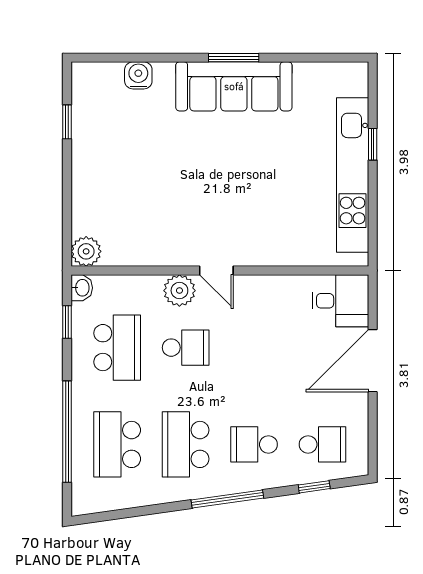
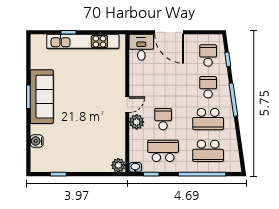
school desk: (254, 444) -> (208, 87), turned 180

